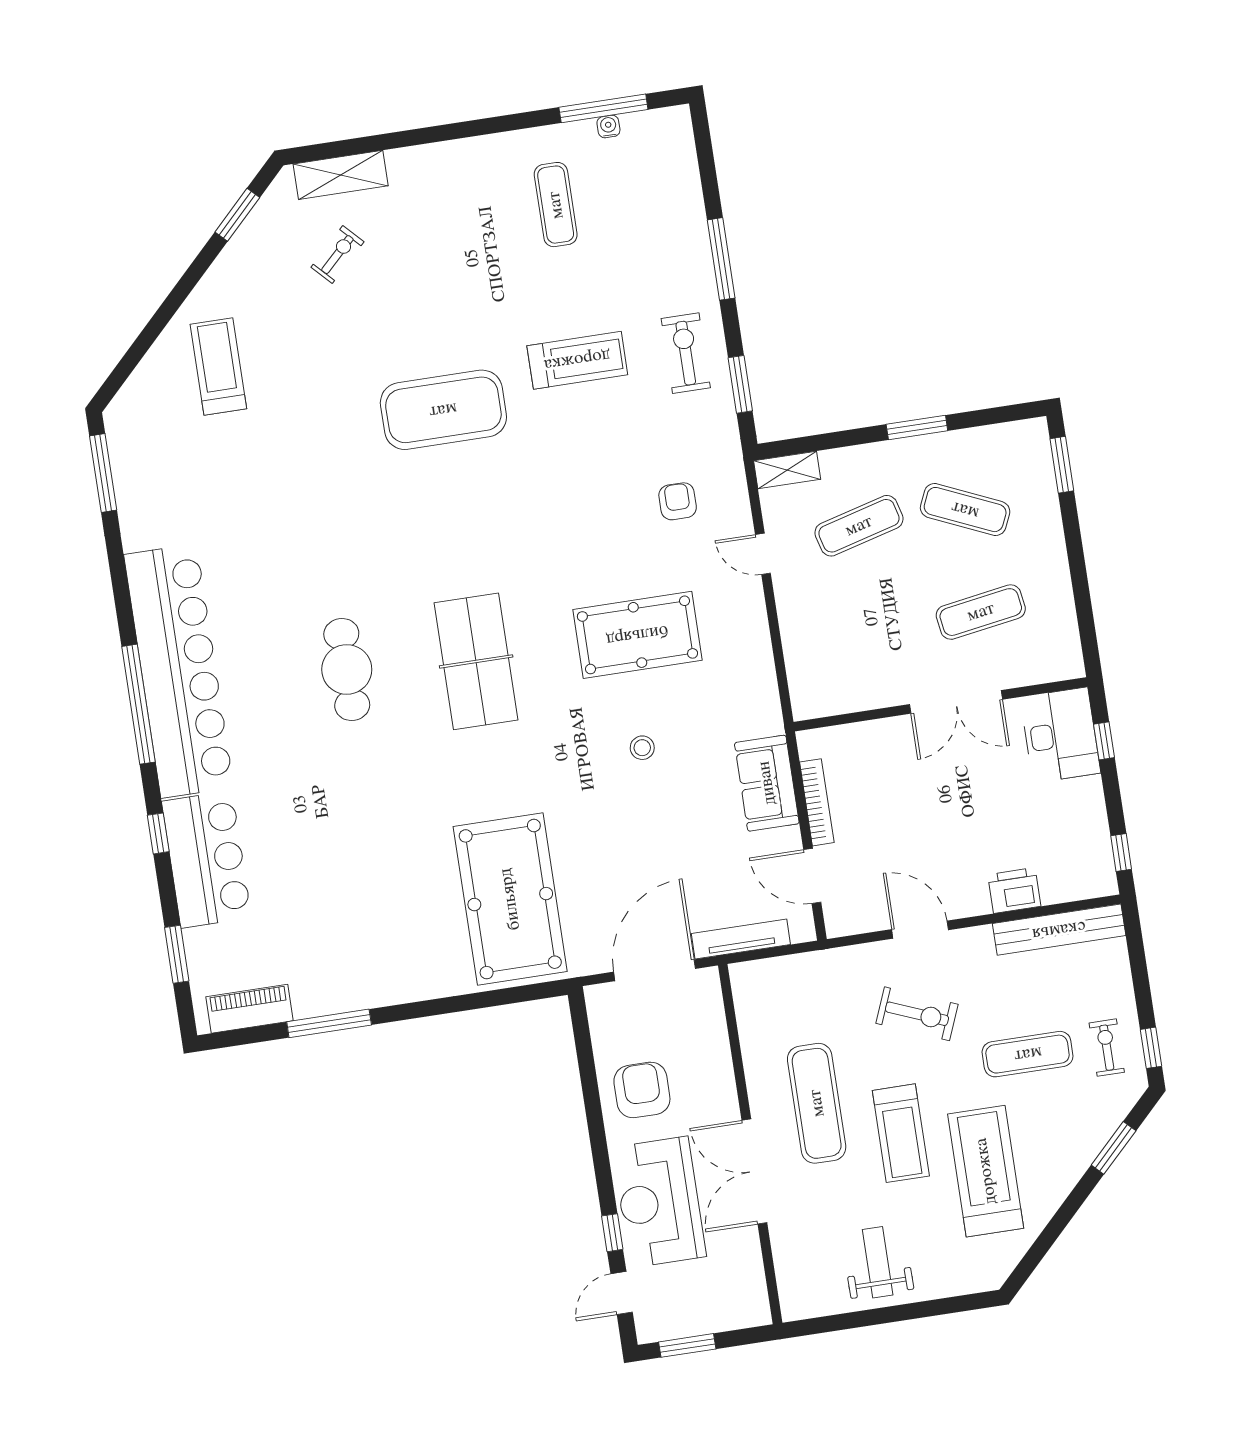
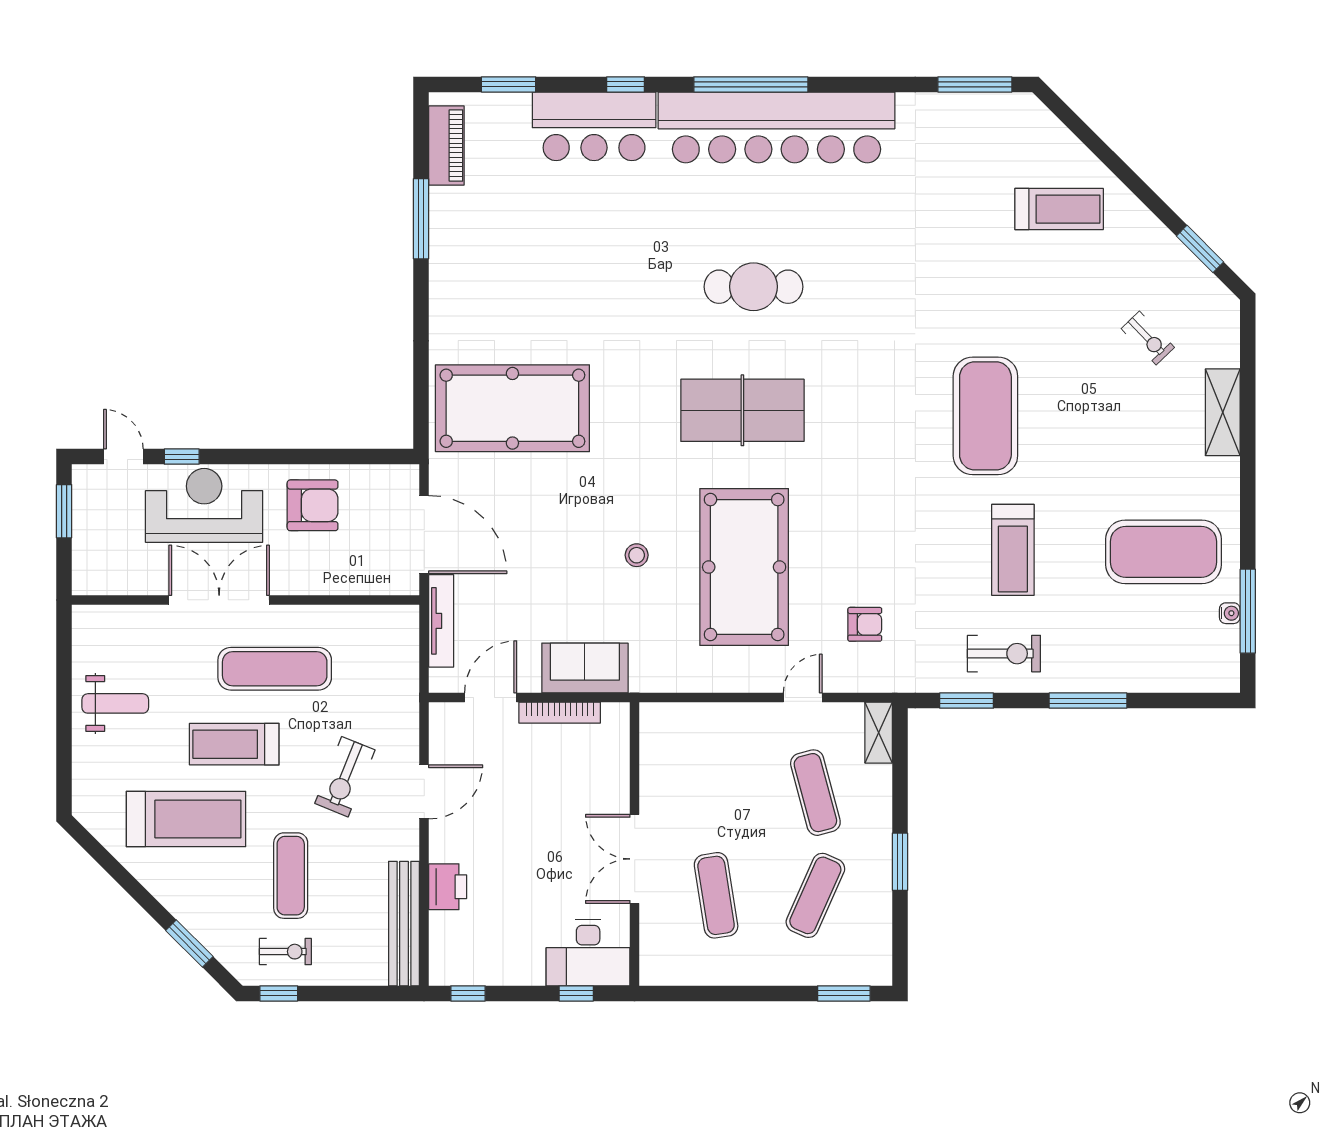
shelving: (341, 175) -> (1223, 412), moved
exercise mat: (556, 205) -> (1164, 552), width x2.00, depth x1.45
pool table: (637, 635) -> (744, 567), width x1.36, depth x1.32

